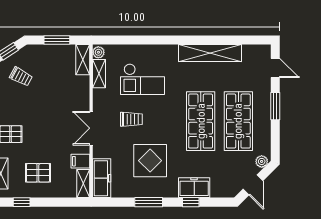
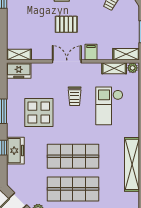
filing cabinet: (80, 161) -> (91, 52), moved
pallet: (38, 173) -> (66, 24), moved, turned 90
freezer: (102, 178) -> (19, 71), width x0.71

